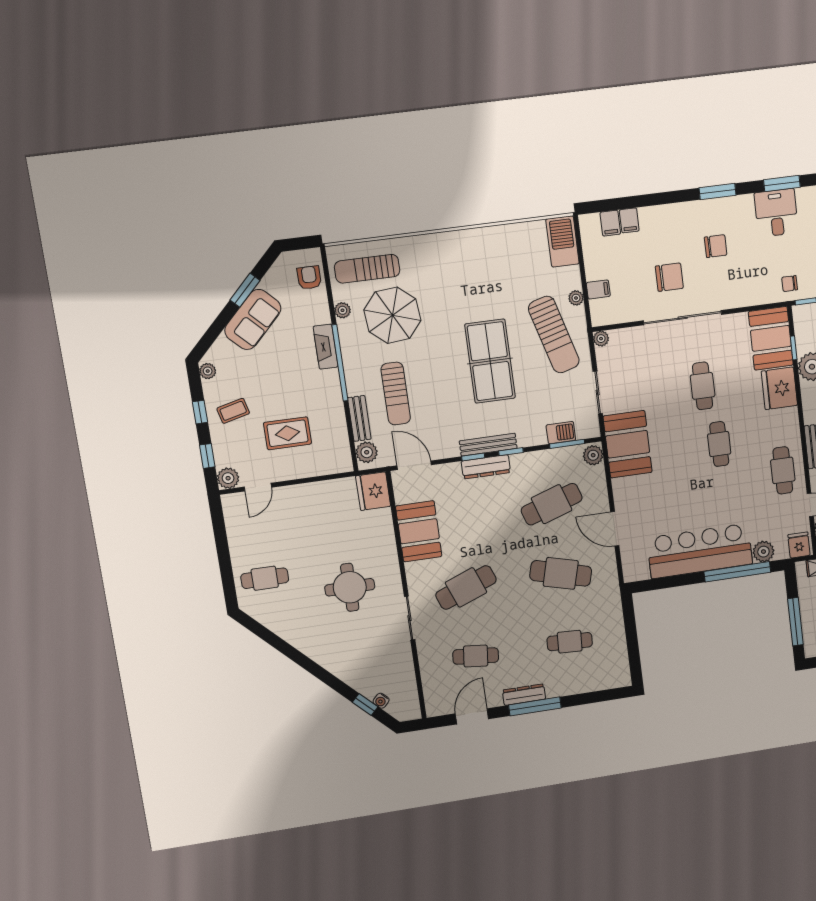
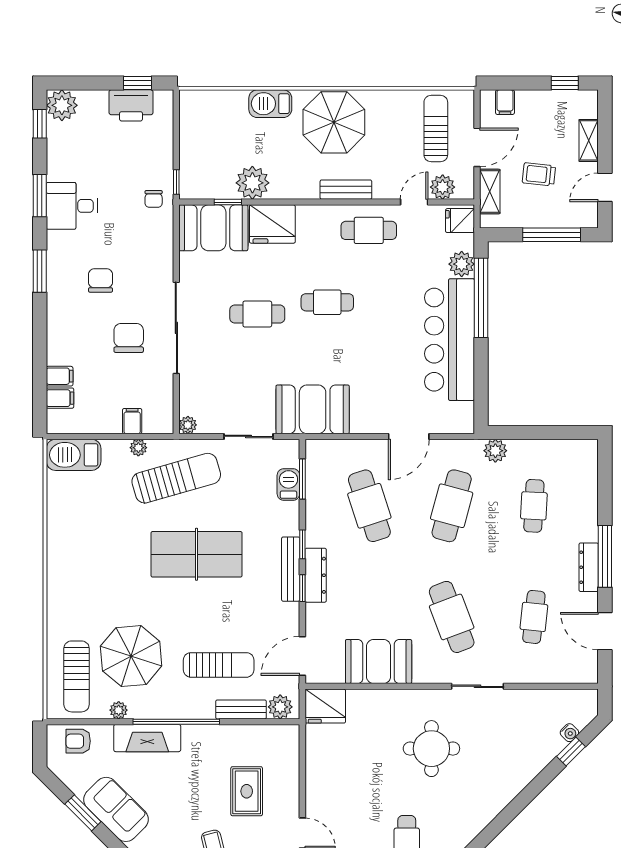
fireplace: (326, 347) -> (147, 738), width x1.37, depth x1.32
plant: (593, 455) -> (495, 451), moved

